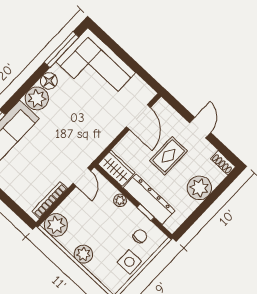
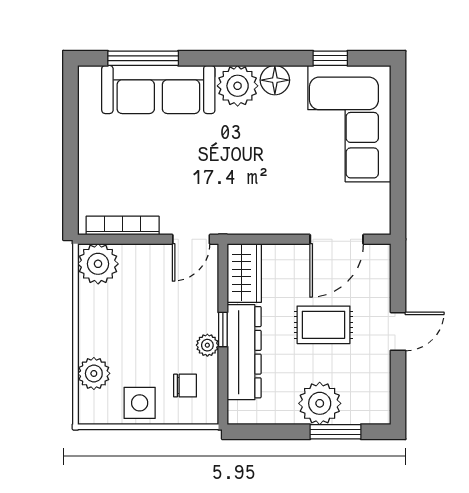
window: (61, 50) -> (330, 58), width x0.46
shoe rack: (223, 163) -> (381, 403), removed
window: (217, 192) -> (336, 432), added
plant: (120, 200) -> (207, 345), moved
window: (146, 212) -> (223, 329), moved
plant: (83, 254) -> (94, 373), moved

